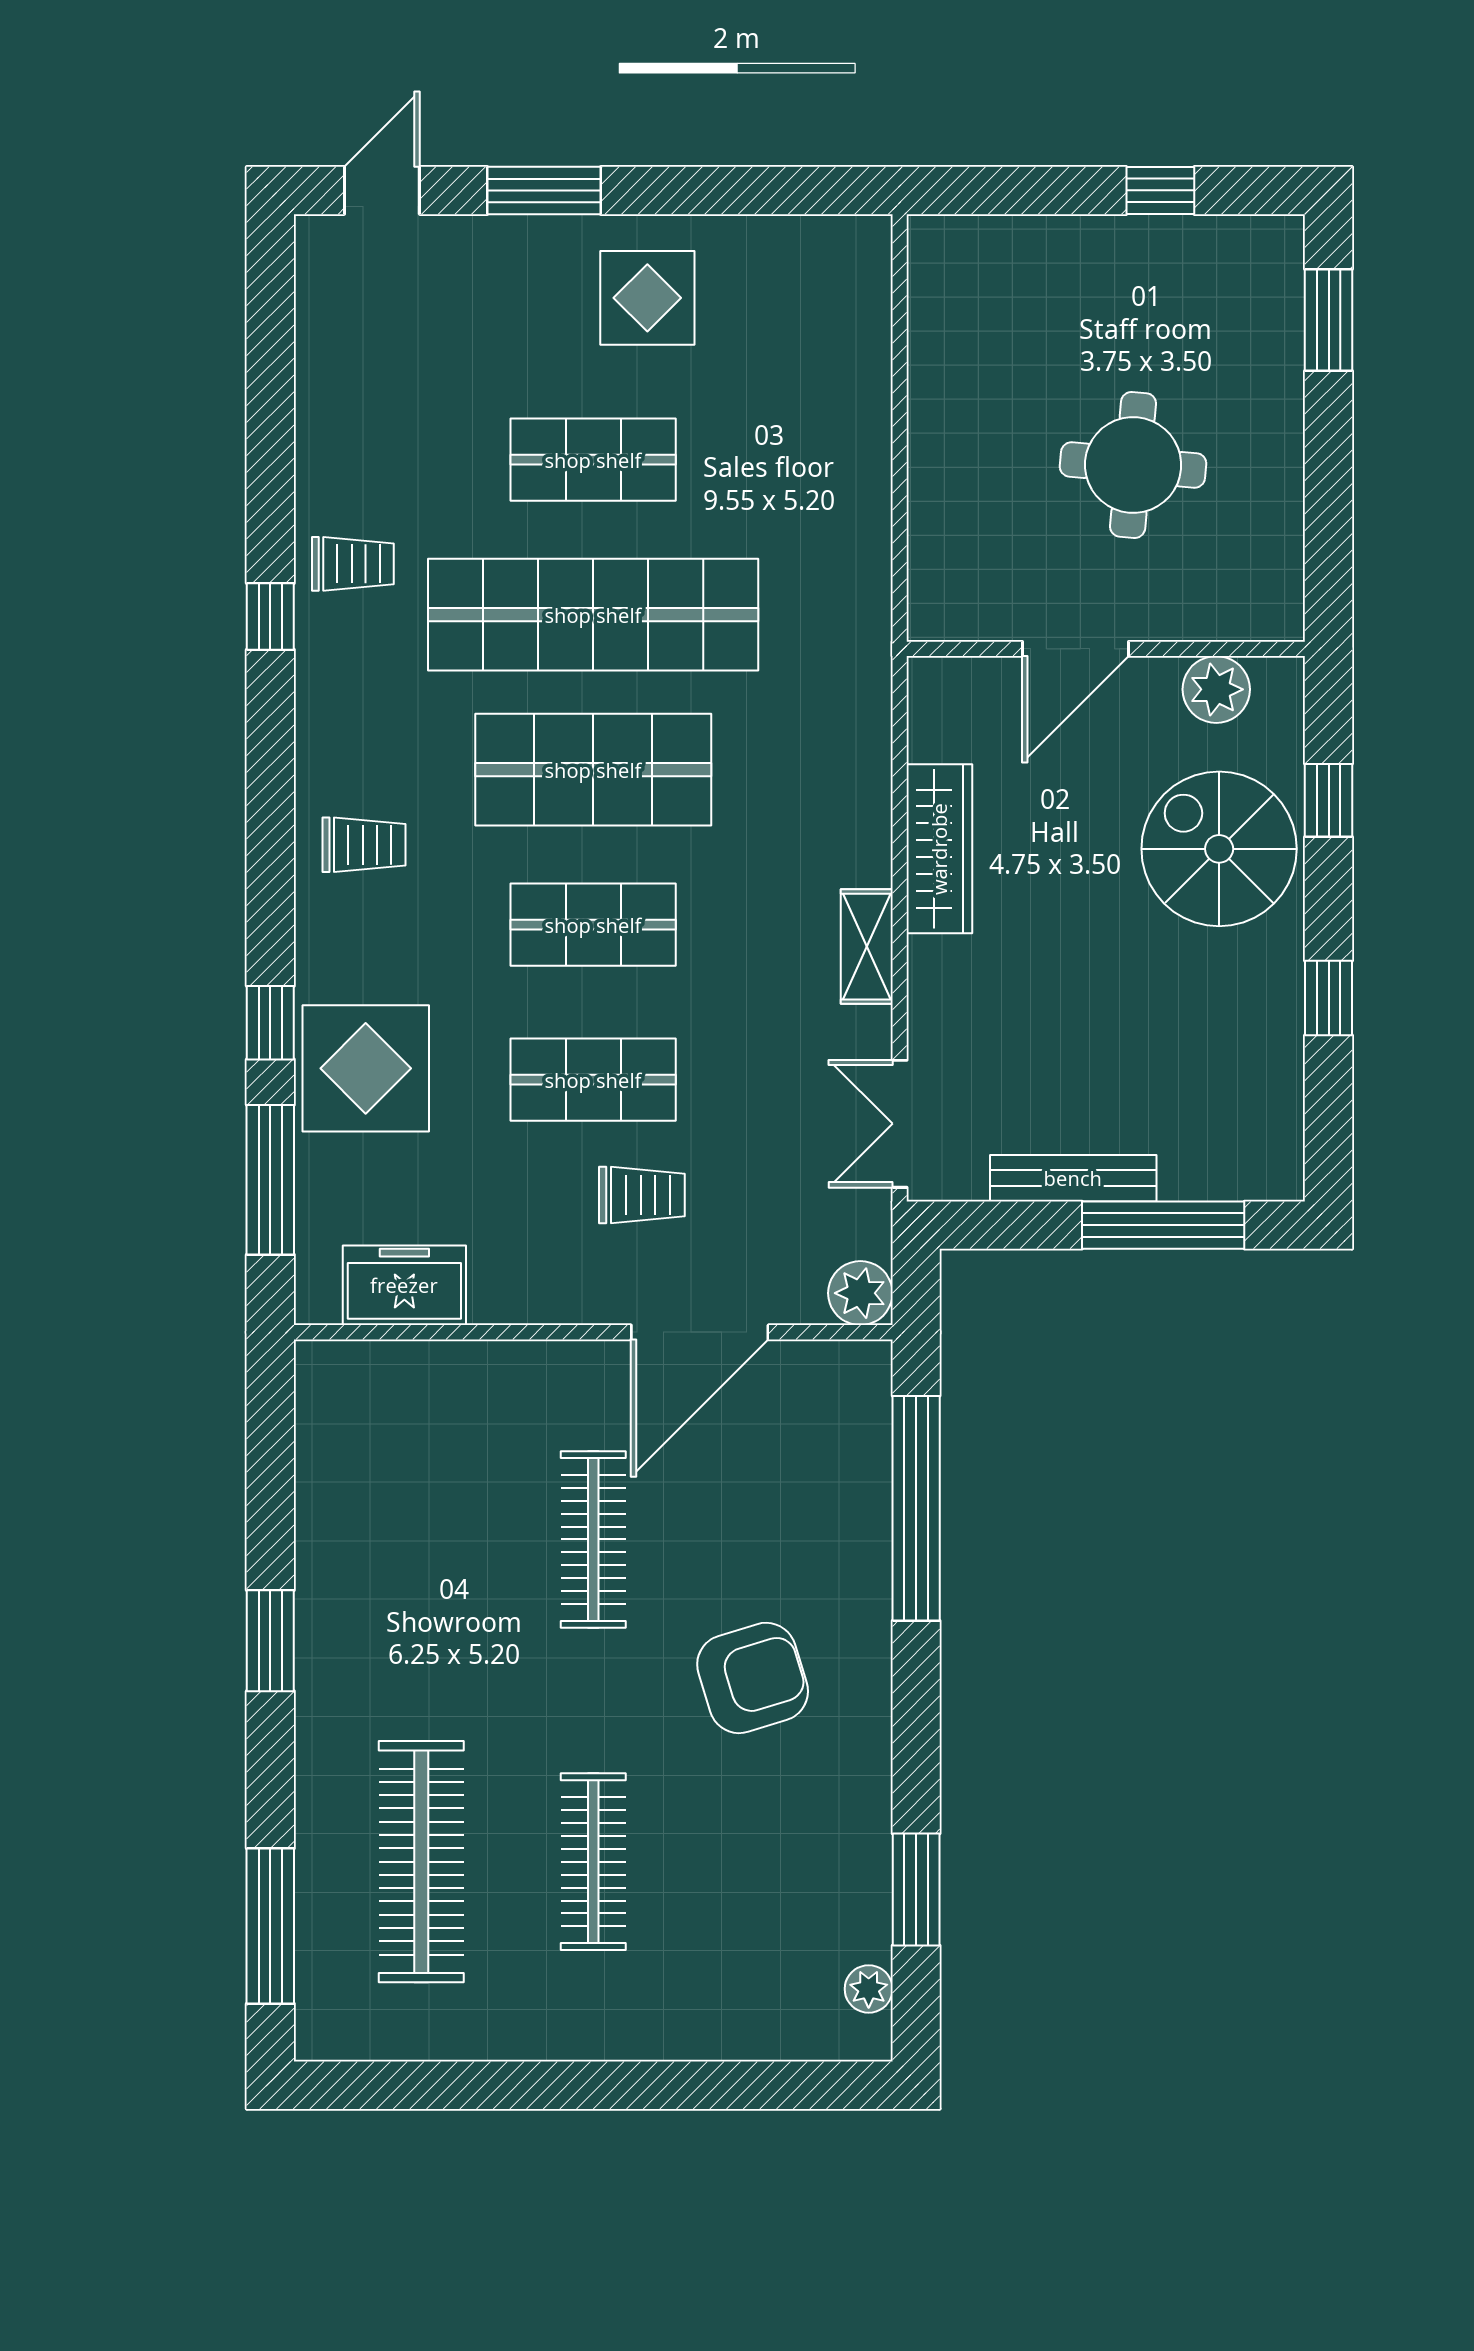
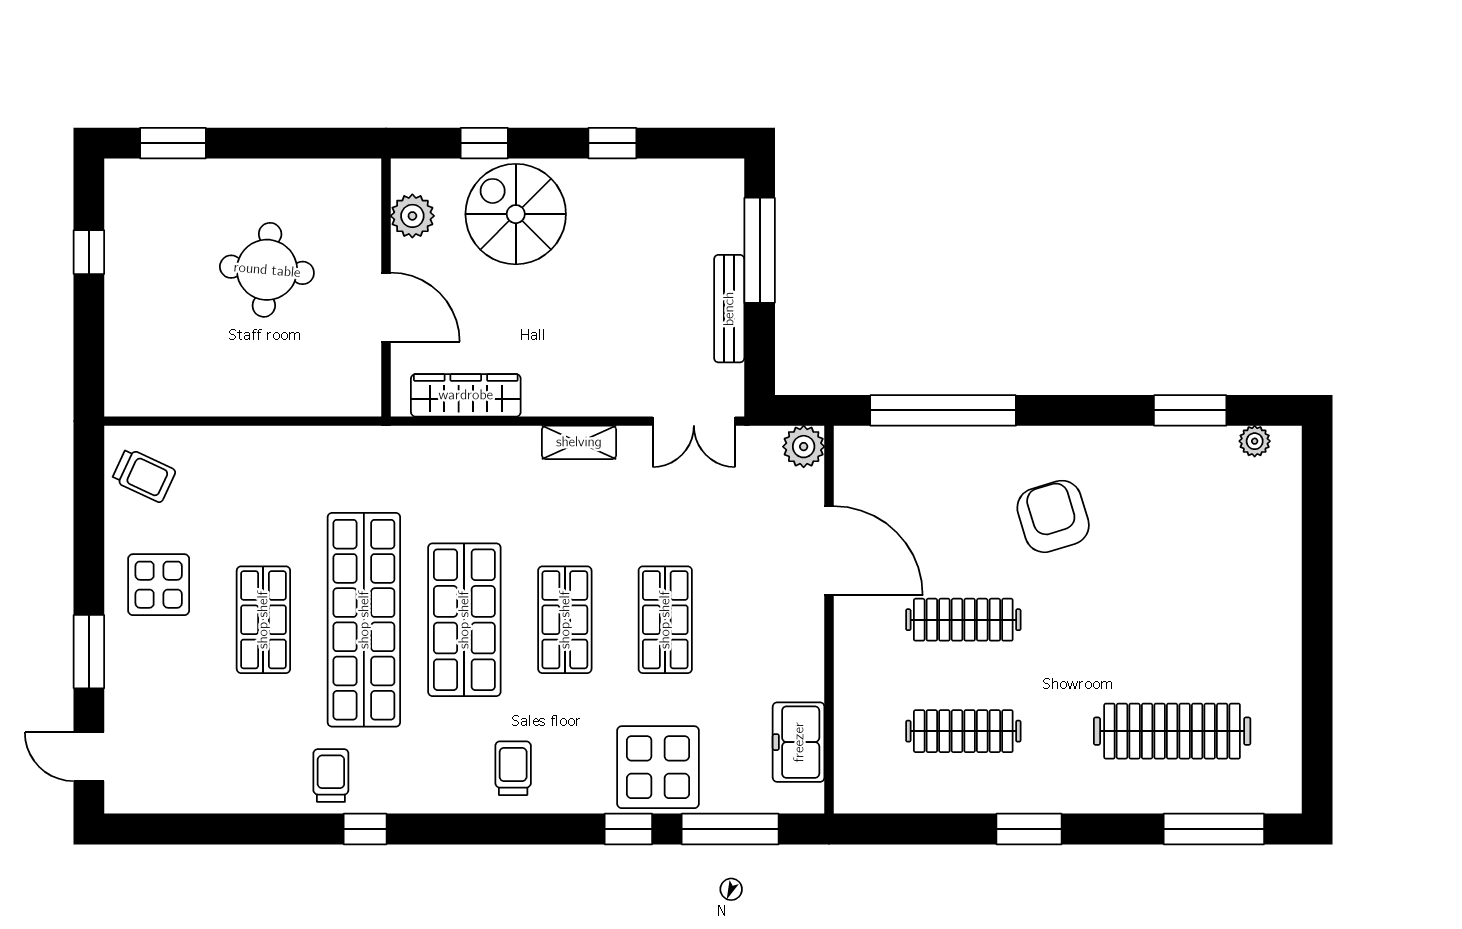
wardrobe: (939, 849) -> (466, 395), moved
spiral stairs: (1219, 849) -> (516, 214), turned 90
trolley: (642, 1195) -> (144, 475), moved, turned 115
clothes rail: (593, 1862) -> (963, 731), moved

